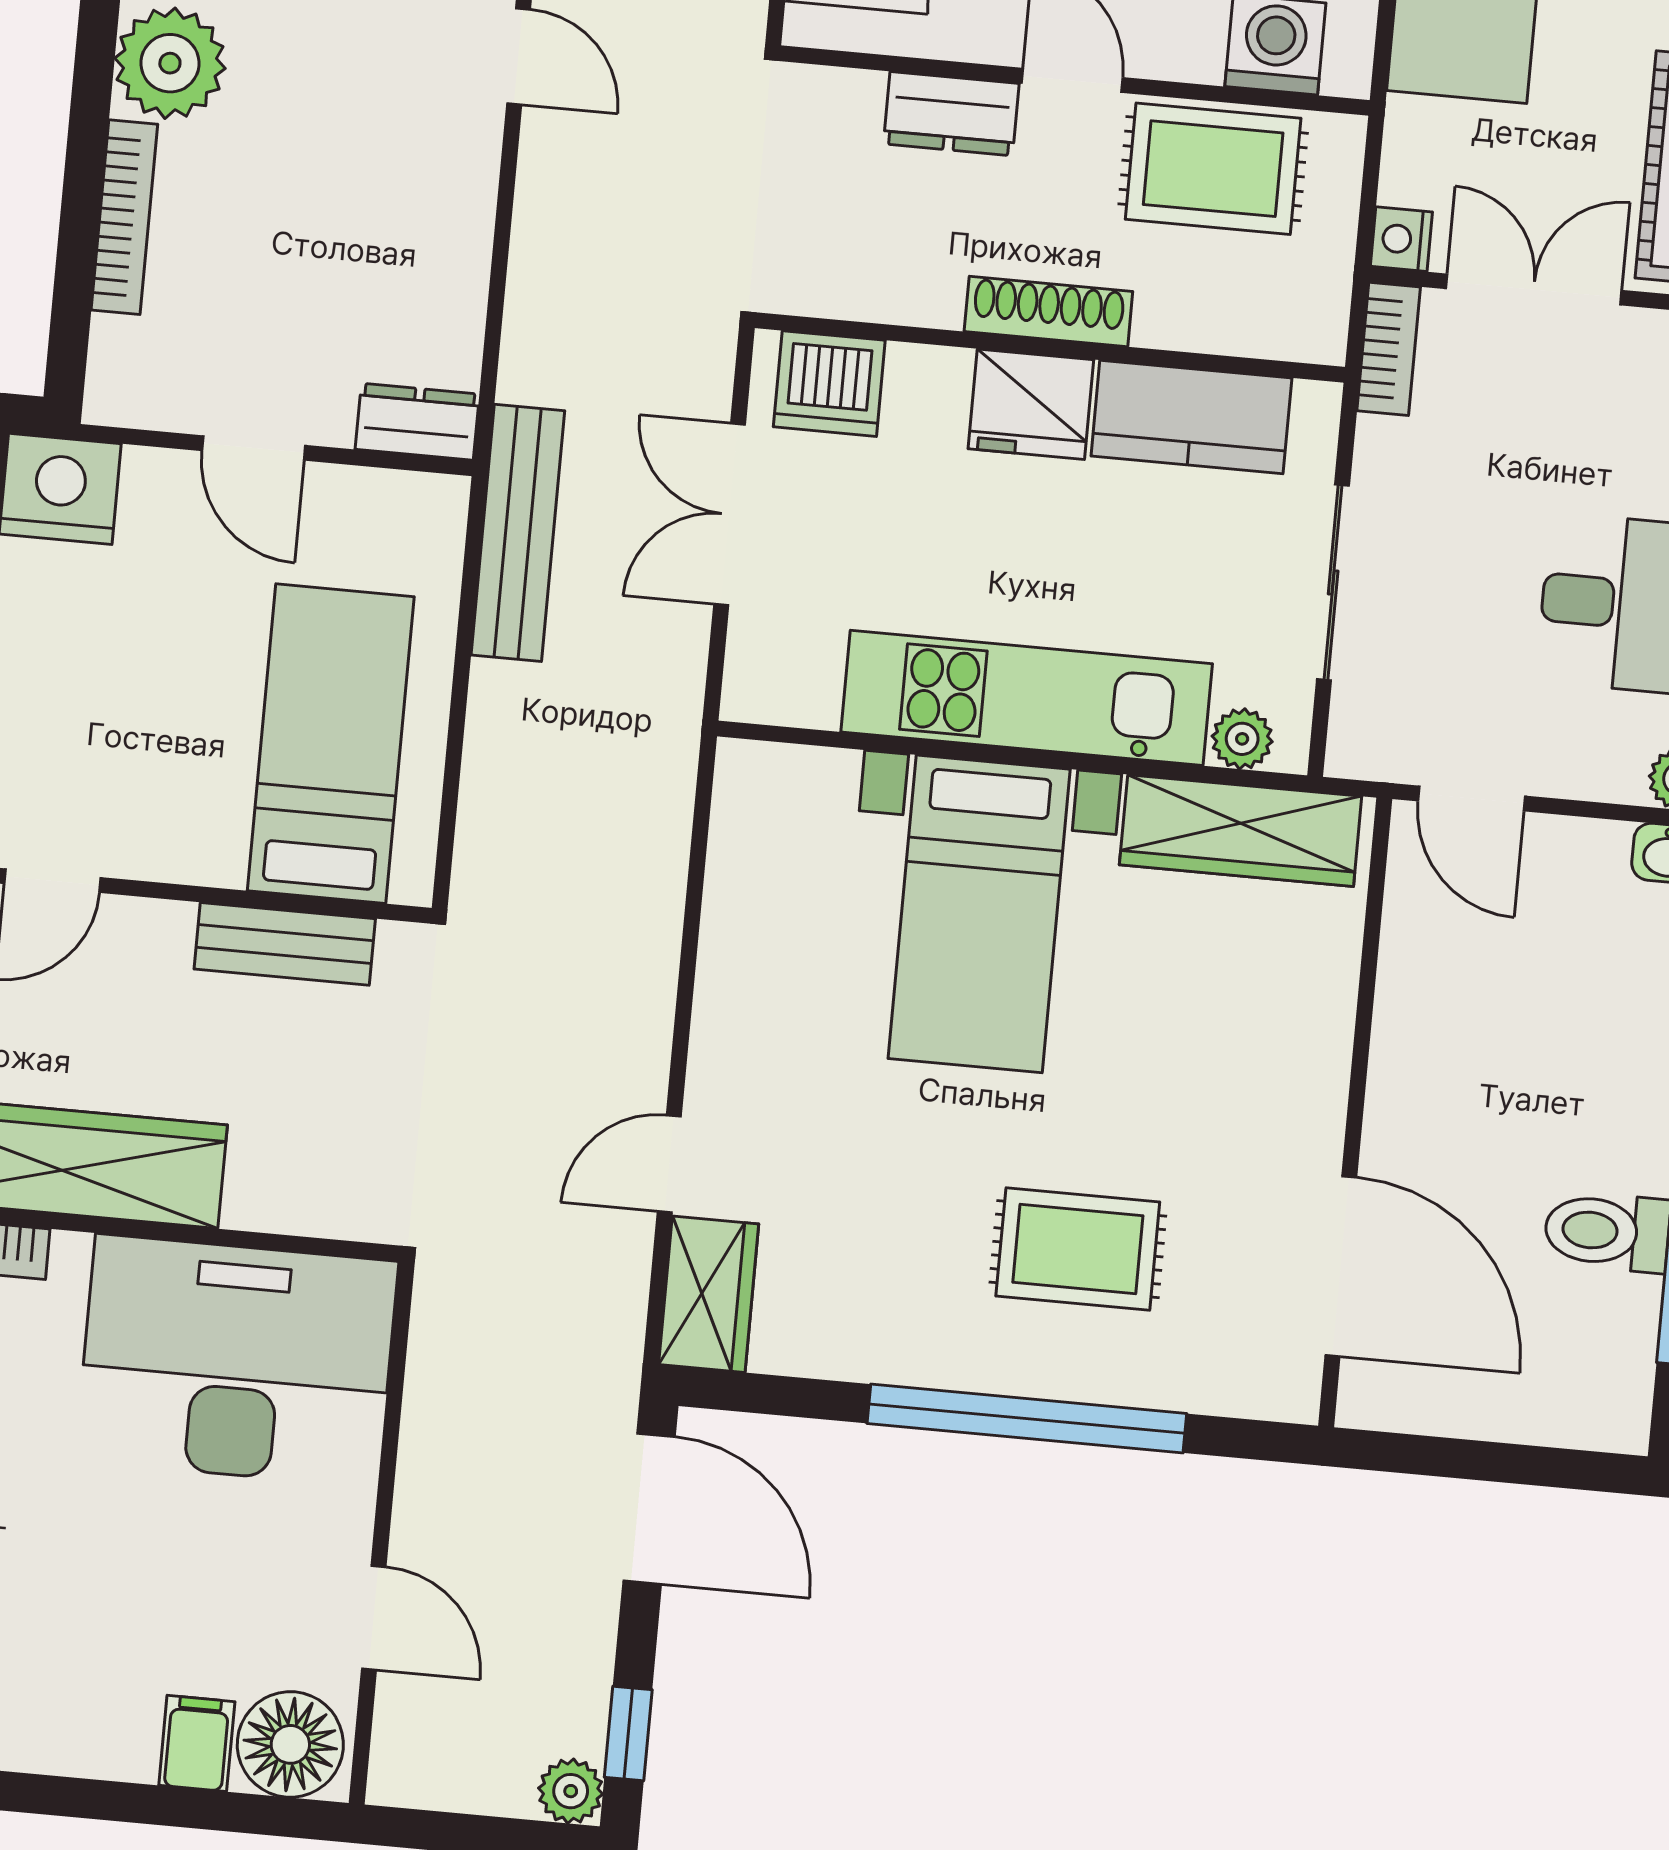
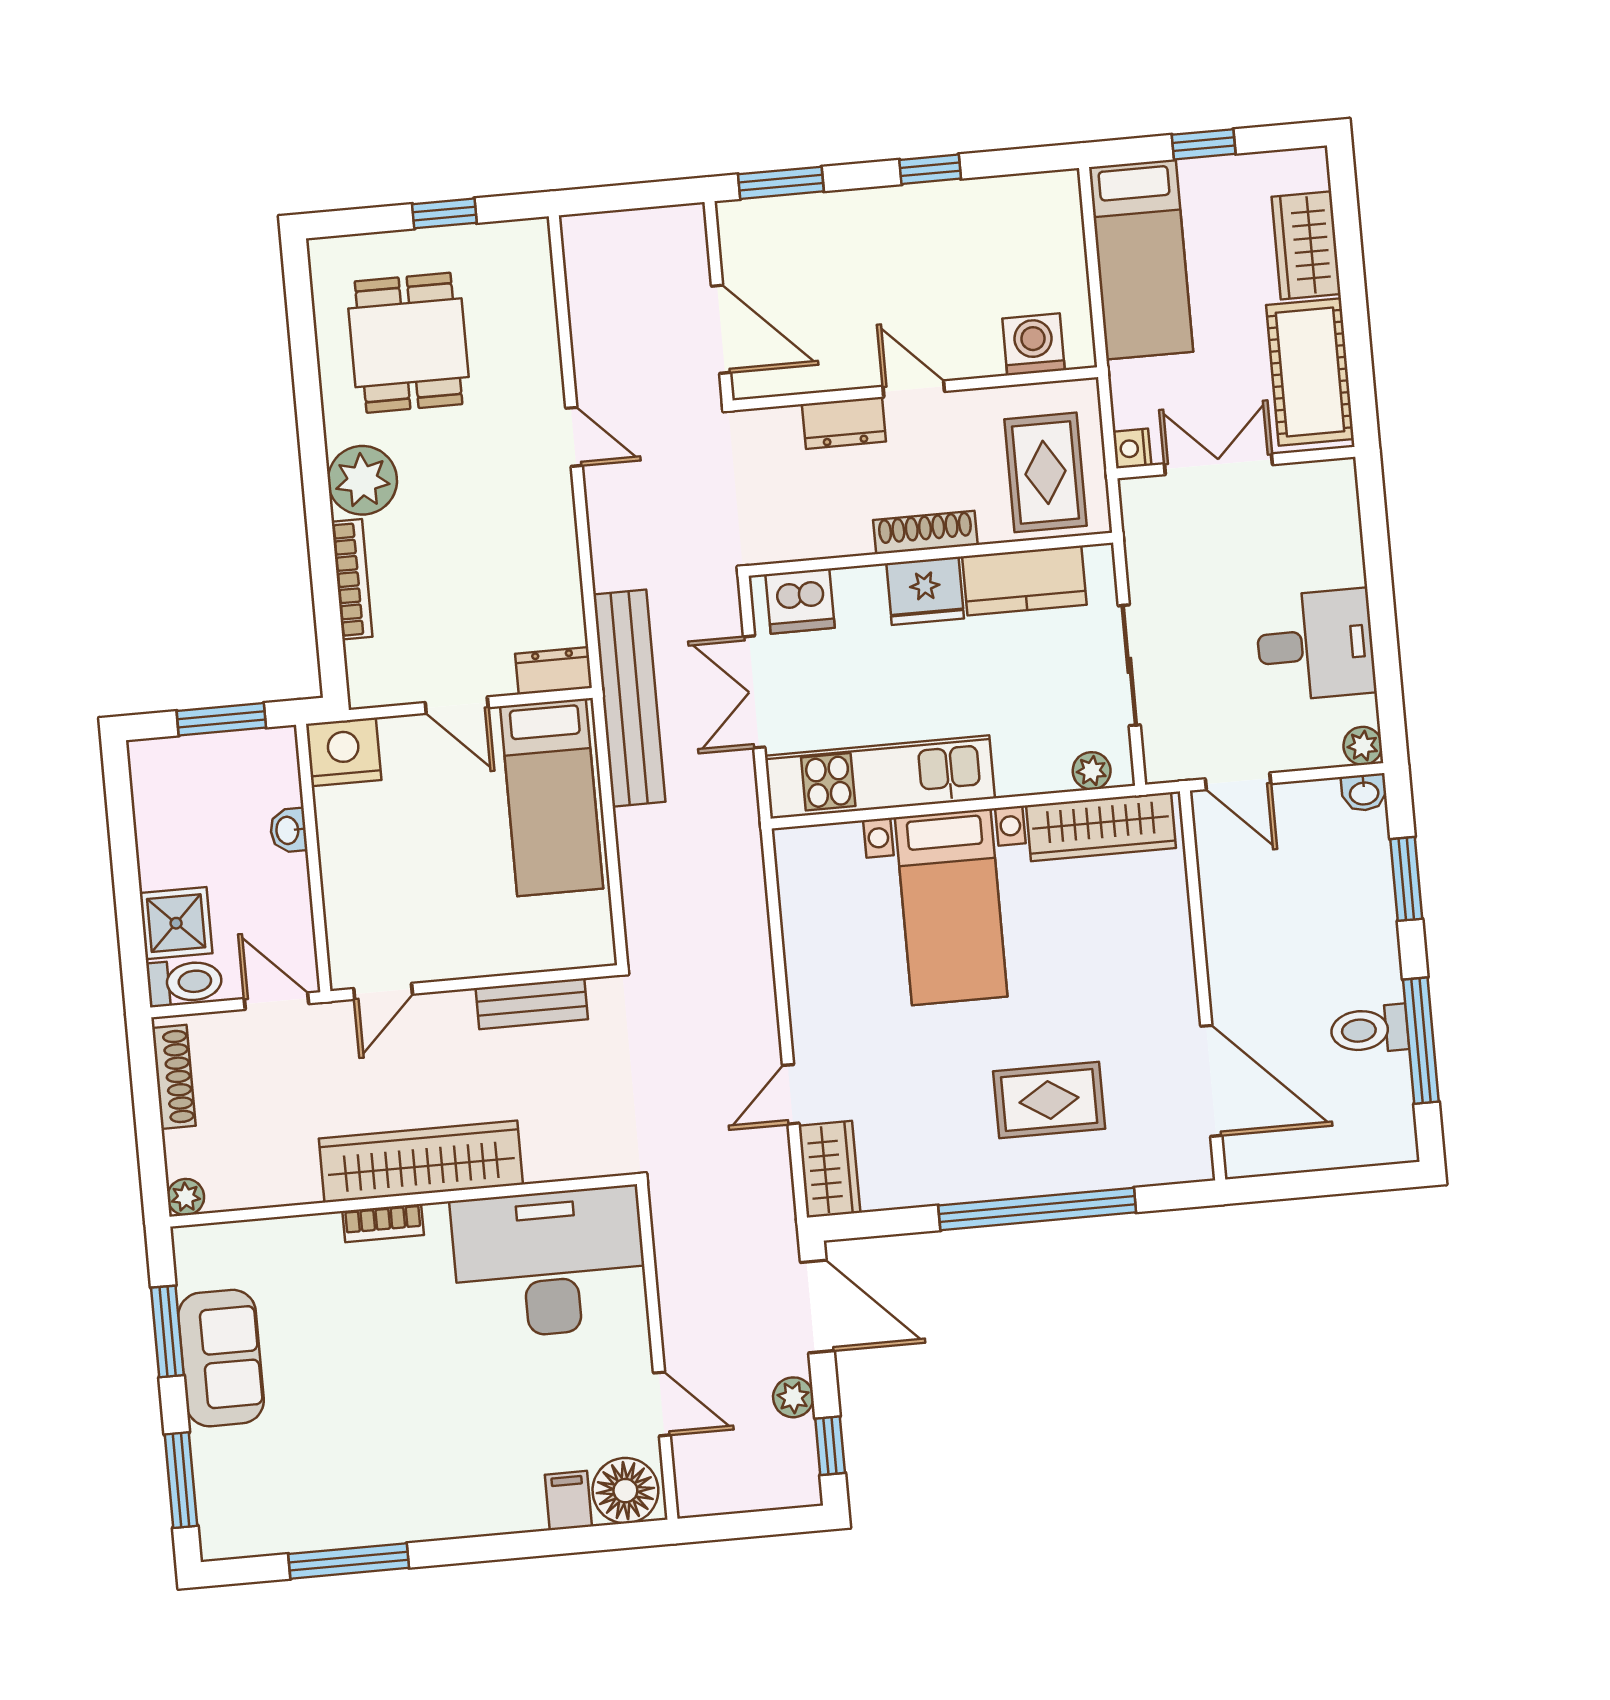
rug: (1213, 169) -> (1045, 472), moved, turned 90
bookcase: (1389, 349) -> (1137, 517), removed
bench: (518, 533) -> (629, 698), width x1.37, depth x1.21
kitchen unit: (1027, 698) -> (880, 777), moved
bed: (331, 744) -> (552, 797), moved, turned 180
plant: (571, 1791) -> (793, 1397), moved

